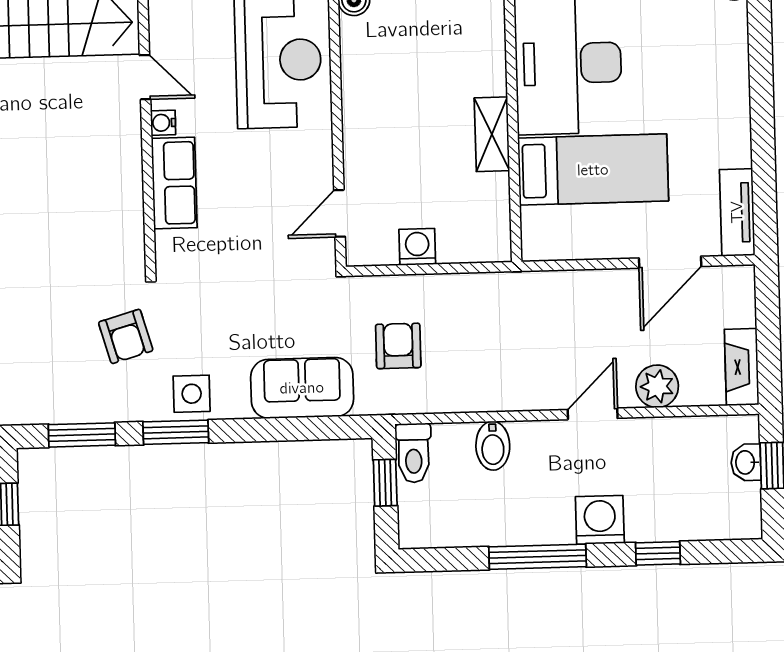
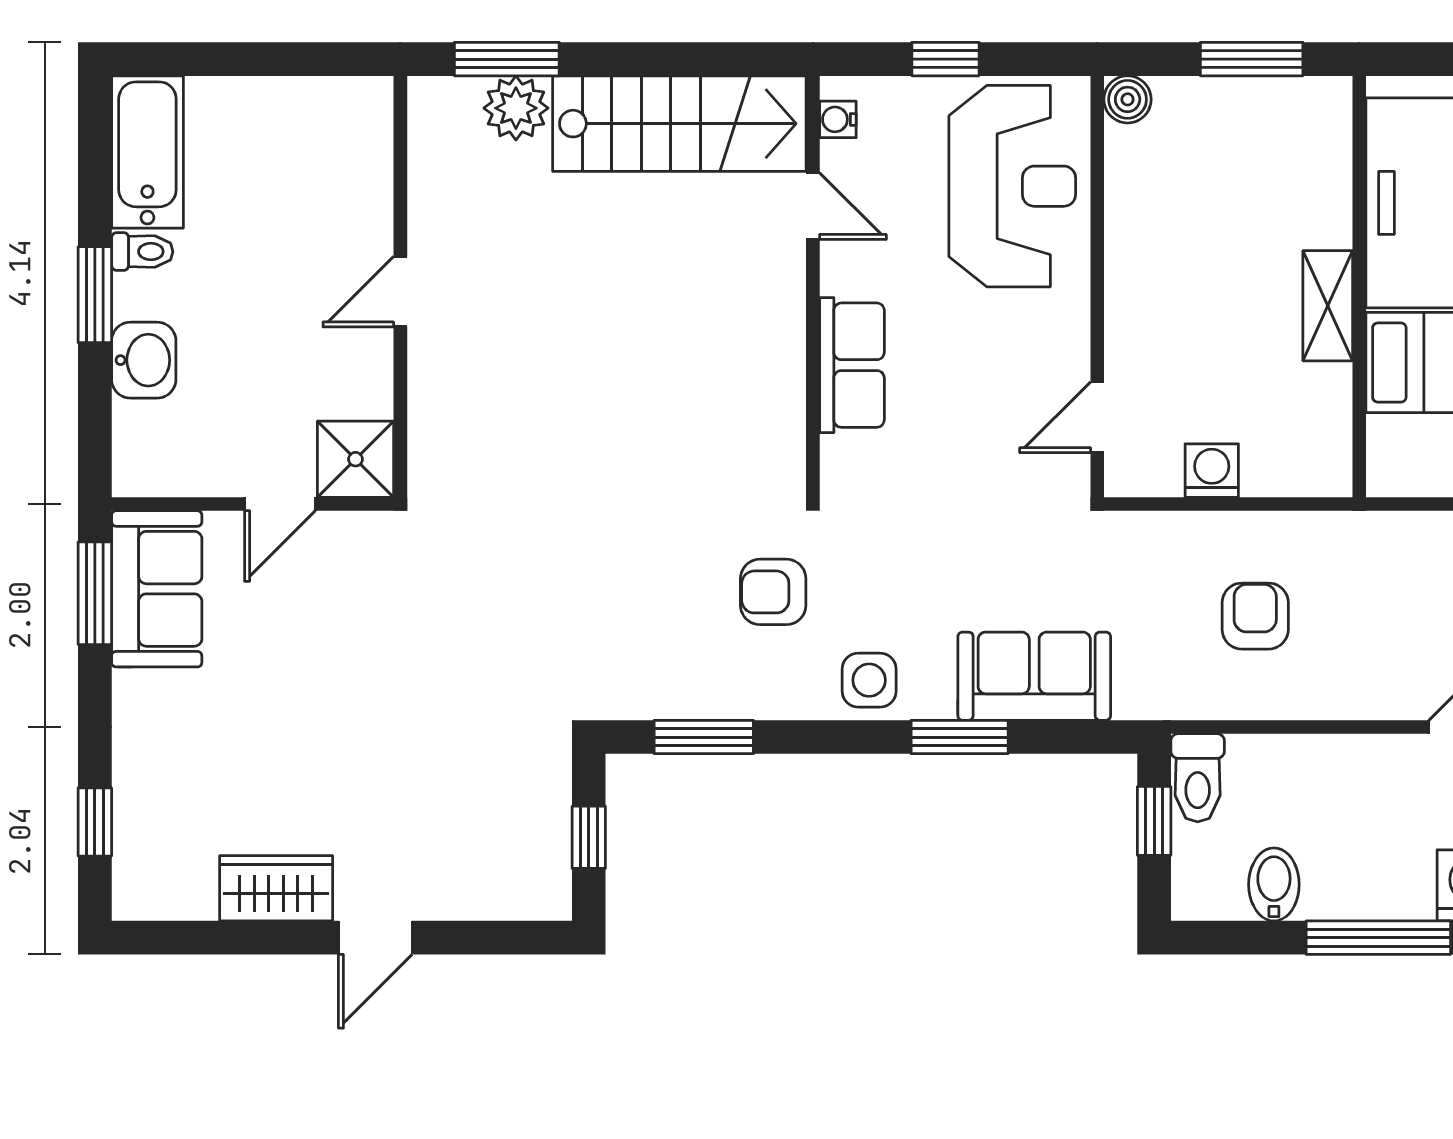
water cooler: (163, 123) -> (838, 119), moved
armchair: (126, 336) -> (773, 592), turned 106
armchair: (398, 346) -> (1255, 616), moved
window: (176, 432) -> (960, 737), moved
bidet: (493, 446) -> (1274, 884), moved, turned 180

